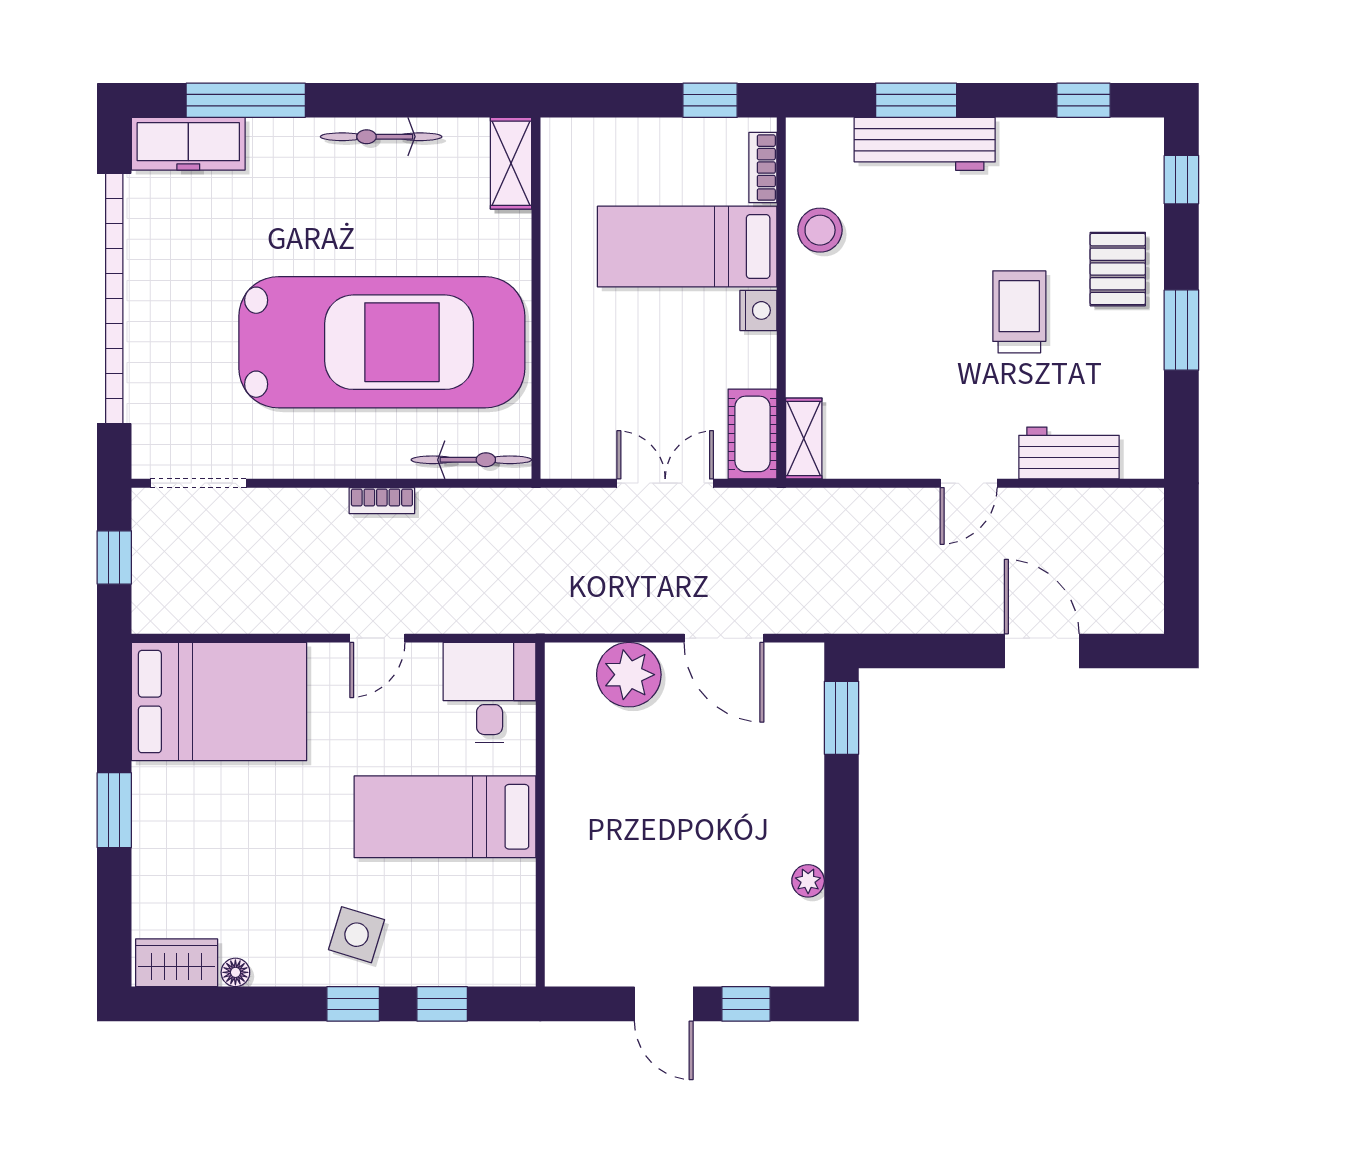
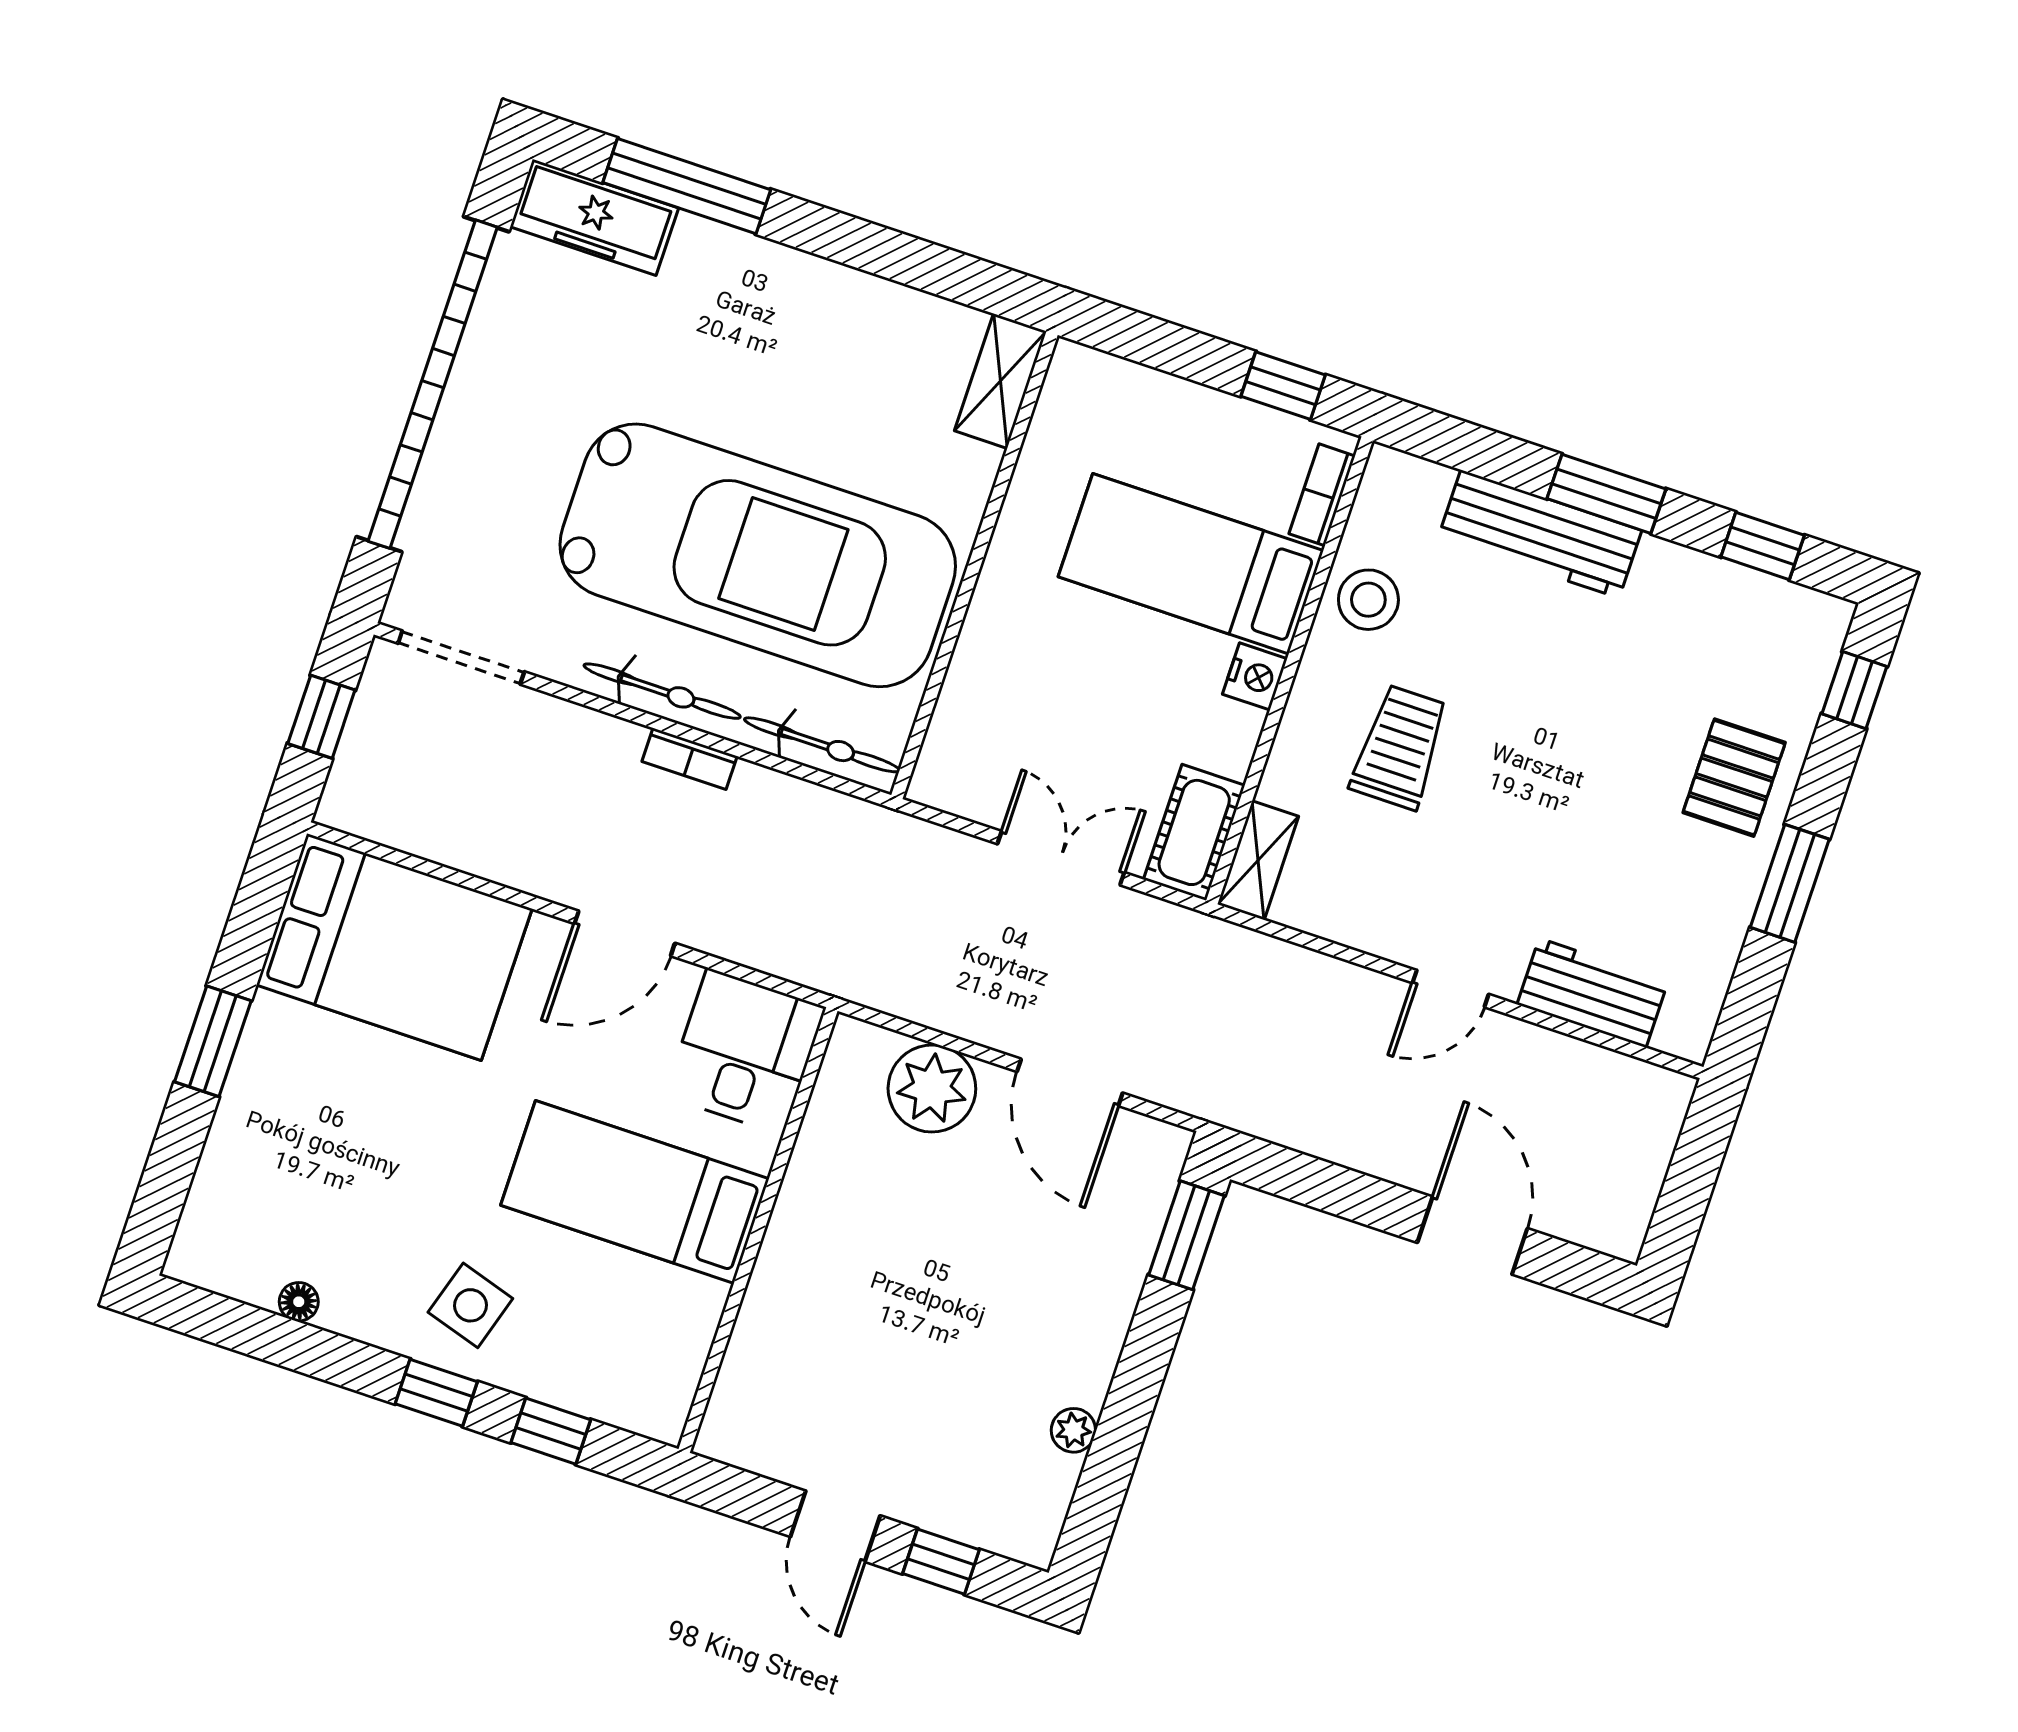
window: (916, 100) -> (1606, 494), moved
bicycle: (381, 137) -> (662, 691), moved, turned 180
trolley: (1019, 312) -> (1400, 747), moved
door: (377, 638) -> (625, 933), width x1.38
wardrobe: (177, 963) -> (227, 1264), removed

